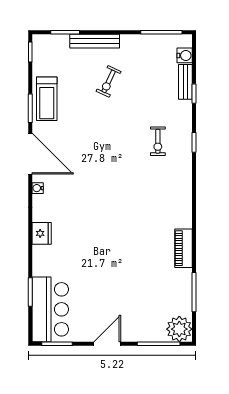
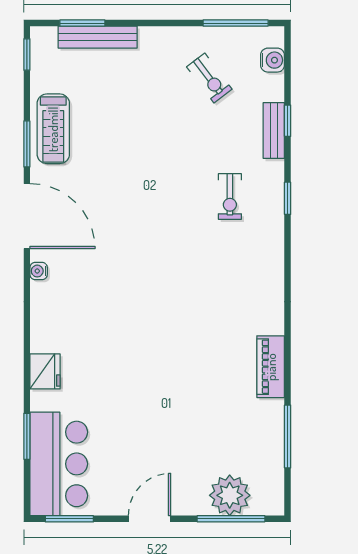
bench: (95, 41) -> (98, 37), moved
exercise bike: (109, 81) -> (209, 78), moved, turned -62
bench: (185, 82) -> (274, 131), moved
fridge: (42, 233) -> (45, 371), moved
plant: (179, 329) -> (230, 495), moved

